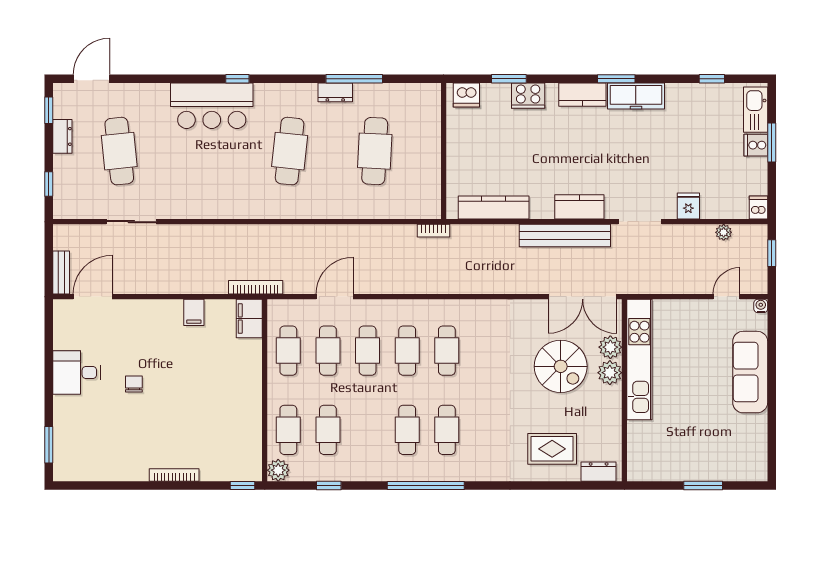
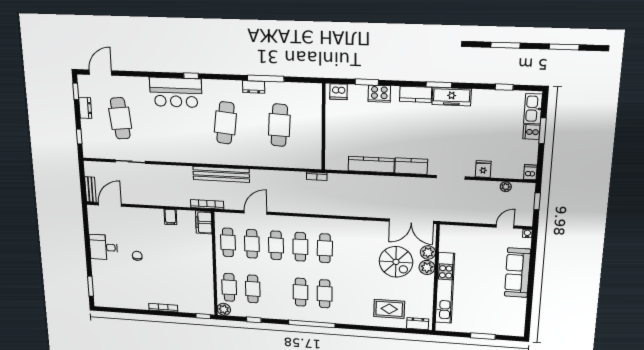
kitchen counter: (494, 208) -> (371, 165), moved
bench: (565, 236) -> (221, 174), moved
kitchen unit: (639, 359) -> (445, 288), moved

